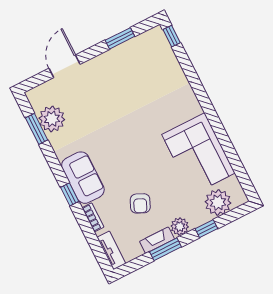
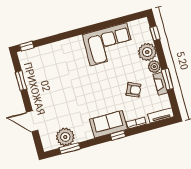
plant: (218, 202) -> (147, 52), moved
window: (206, 229) -> (155, 33), moved

